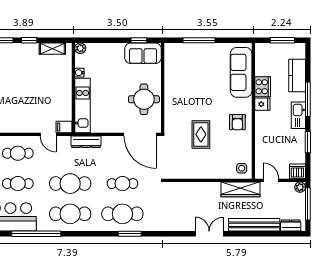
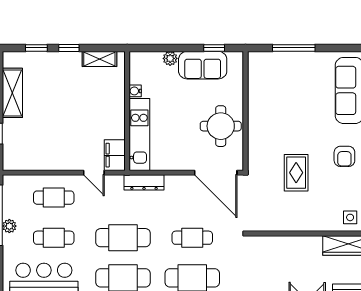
plant: (80, 48) -> (170, 58), moved
sofa: (143, 53) -> (203, 65), moved
filing cabinet: (64, 127) -> (115, 155), width x2.00

